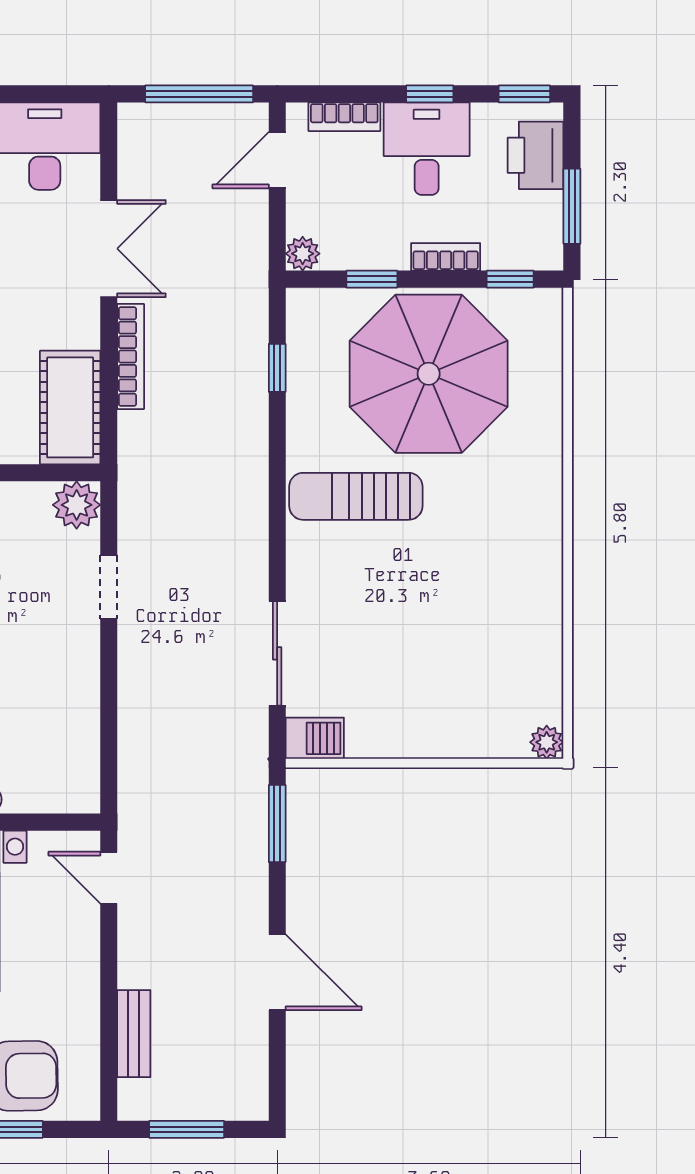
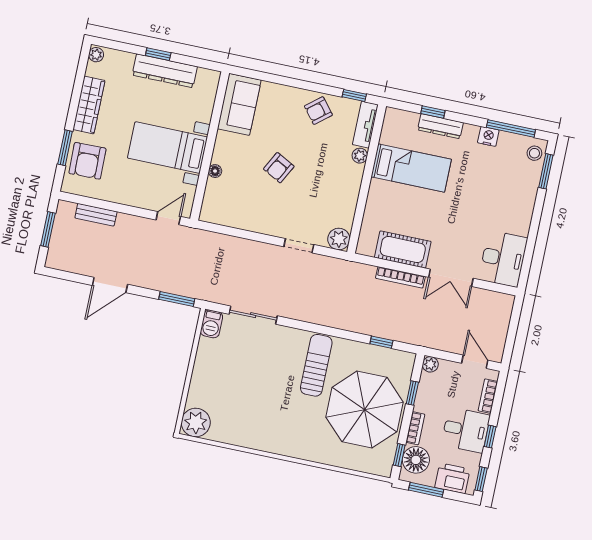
window: (199, 94) -> (512, 333), removed
floor lamp: (513, 241) -> (416, 460), added
cot: (70, 407) -> (403, 249), moved
plant: (547, 742) -> (196, 423), width x1.88, depth x1.88

